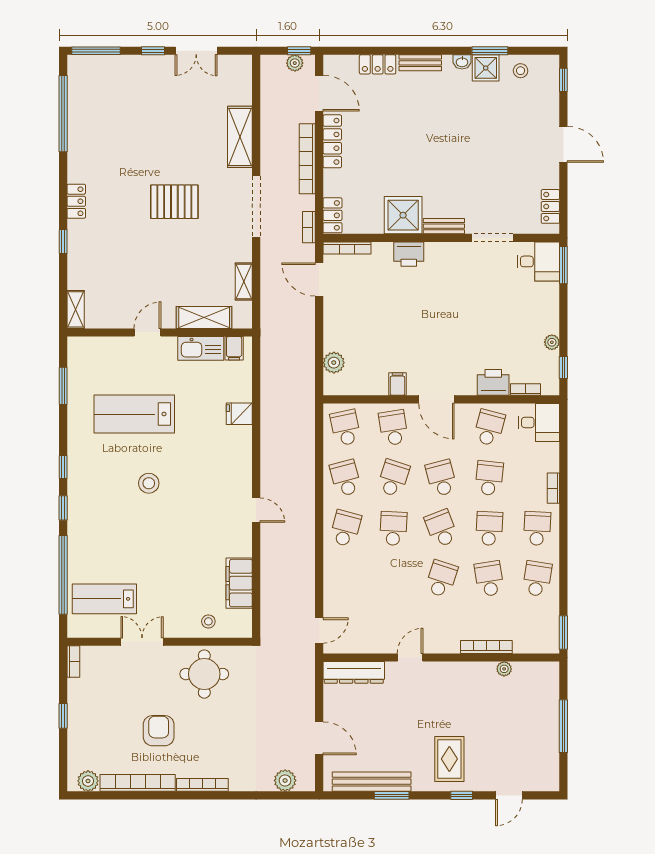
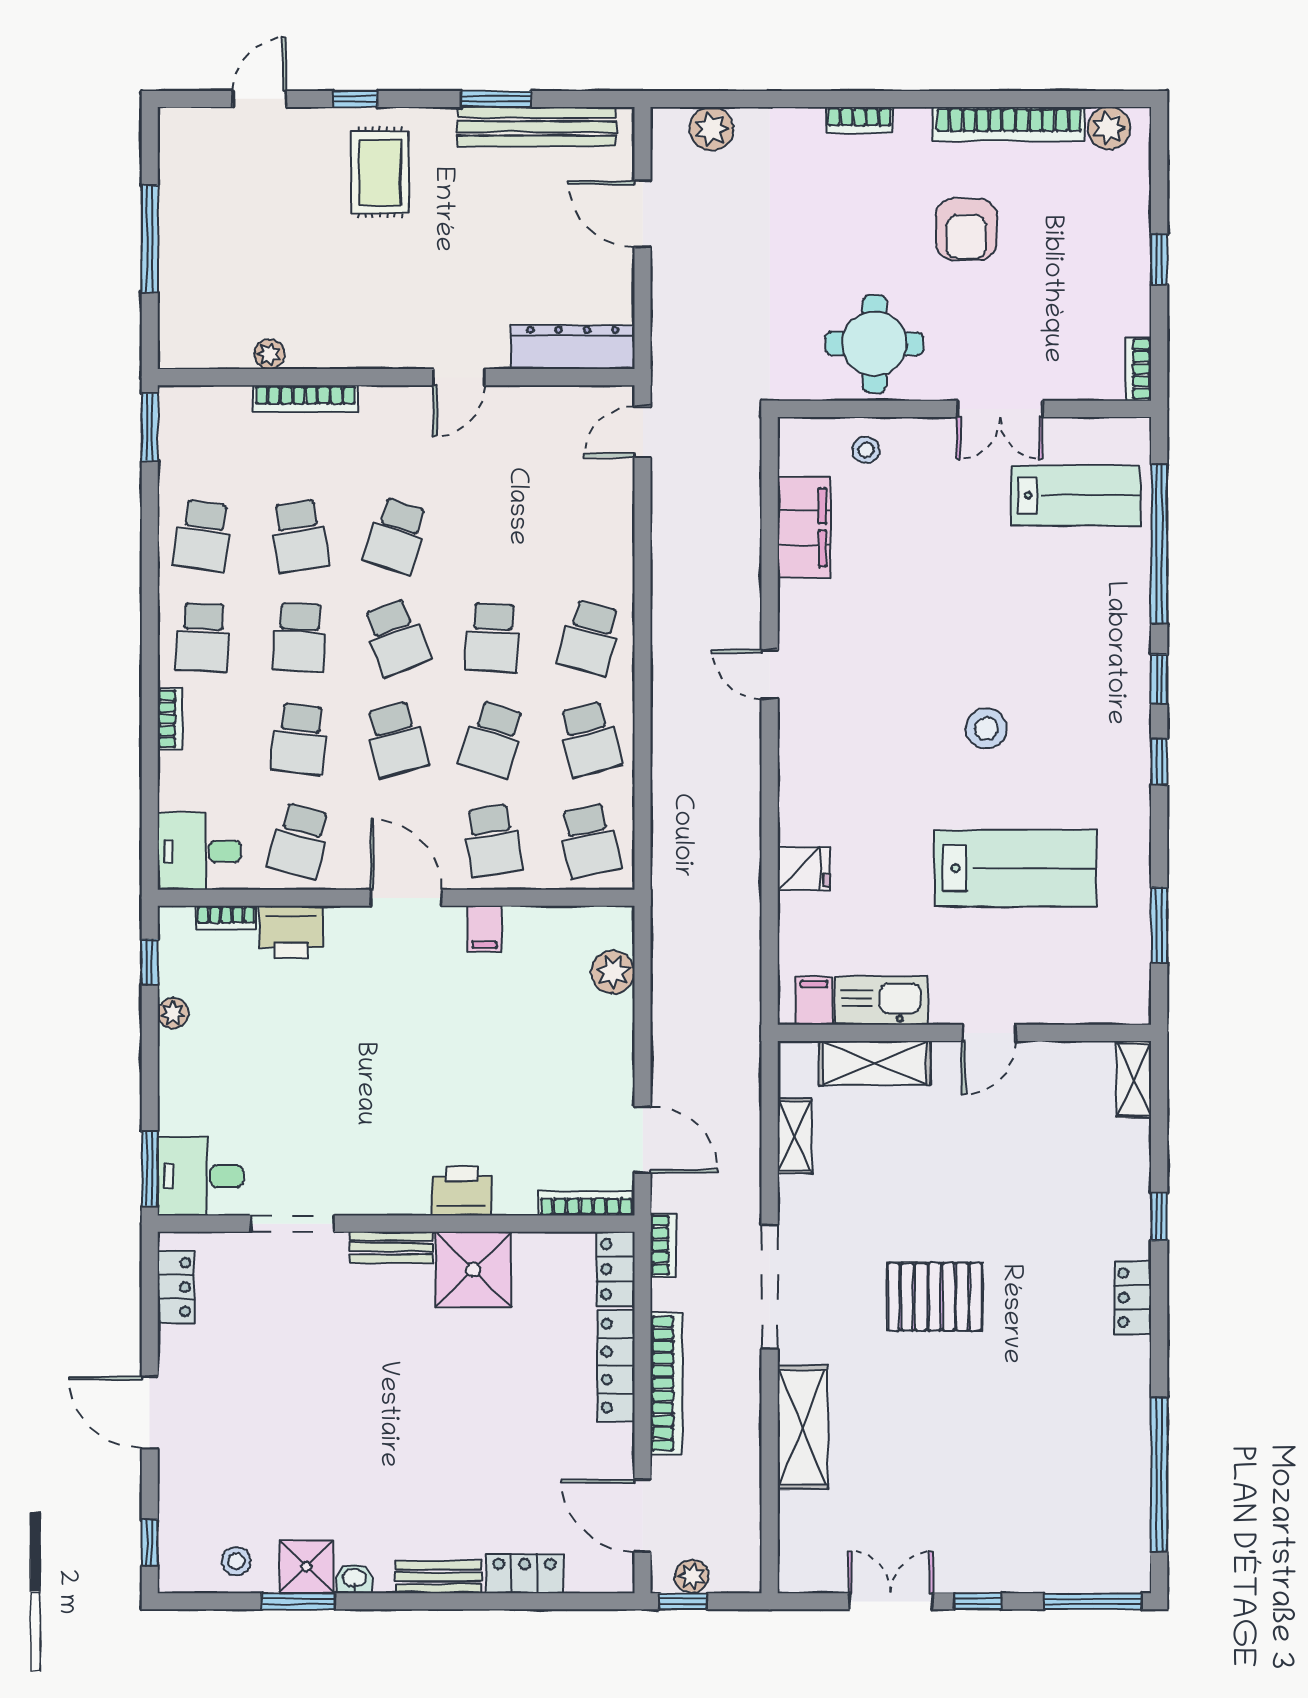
locker: (332, 141) -> (616, 1366), moved
bookcase: (202, 785) -> (859, 120), width x0.64

